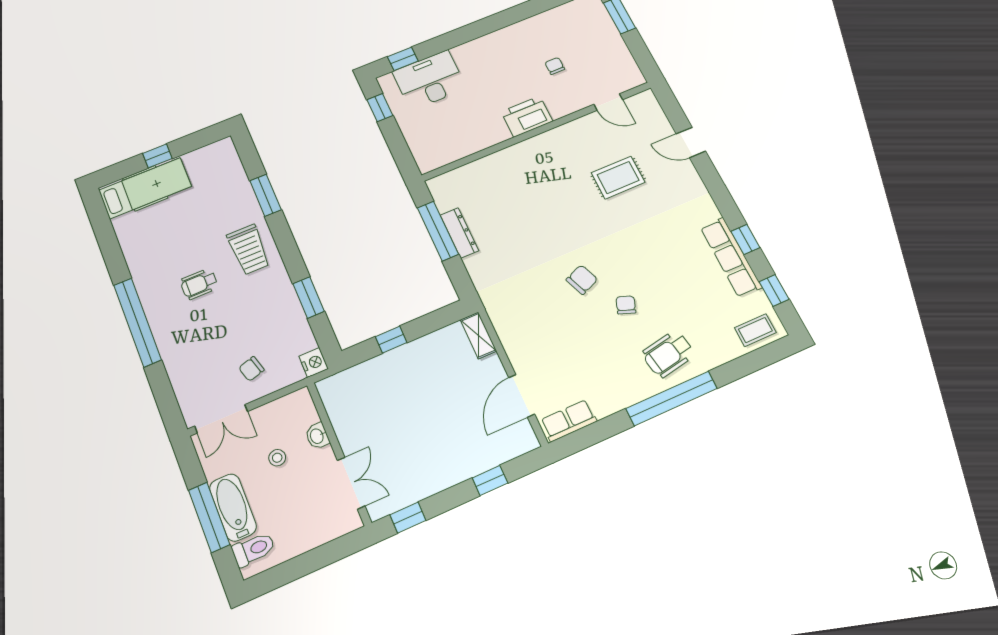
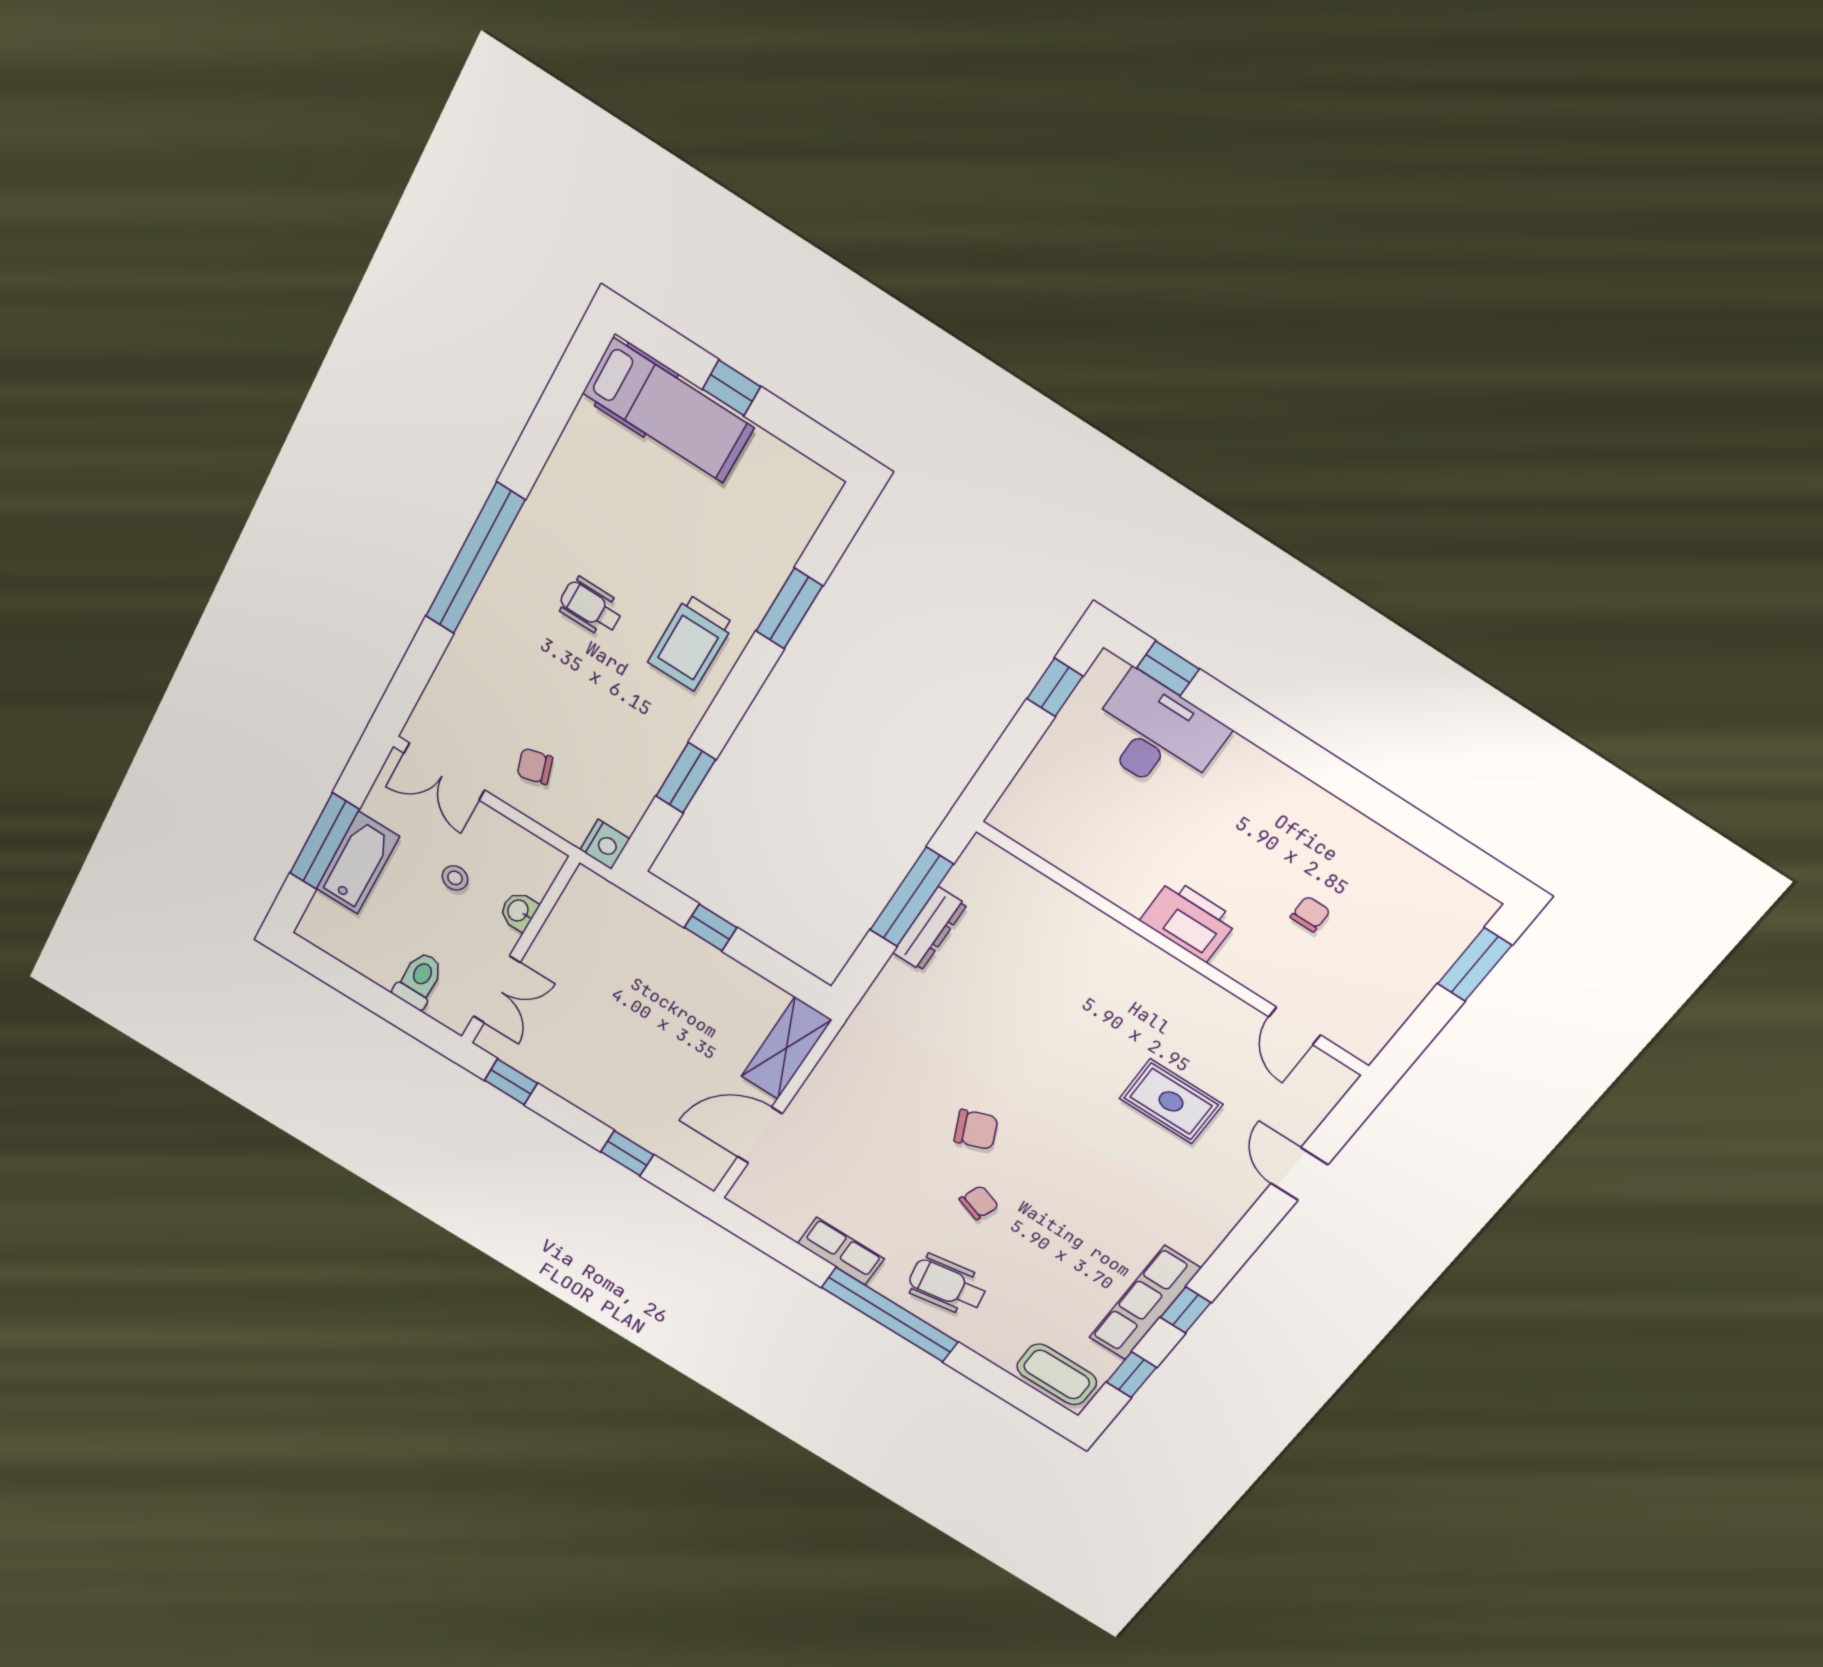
coffee table: (755, 330) -> (1057, 1374), width x1.36, depth x1.30
shelving: (478, 335) -> (786, 1048), width x1.50, depth x1.33
row of seats: (569, 421) -> (841, 1251), moved
toilet: (253, 549) -> (419, 980), moved, turned -90

